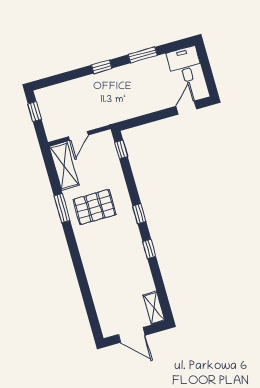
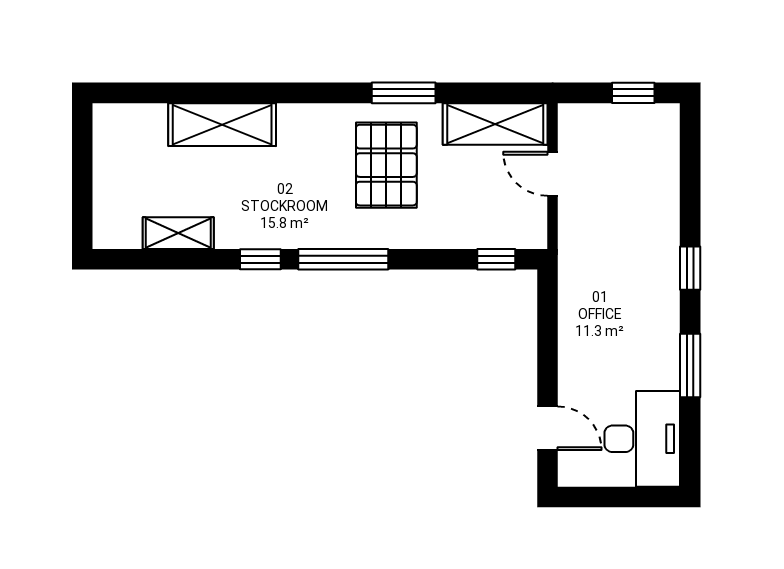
desk: (185, 65) -> (642, 439), width x1.37
window: (139, 214) -> (343, 259), width x2.17
shelving: (97, 281) -> (222, 125), added
shelving: (154, 308) -> (178, 233), moved
door: (132, 335) -> (82, 167), removed

